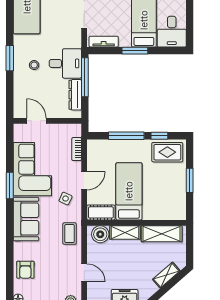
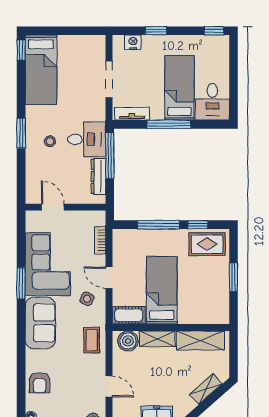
window: (135, 51) -> (169, 124), width x1.44
door: (84, 181) -> (109, 278), swing flipped

